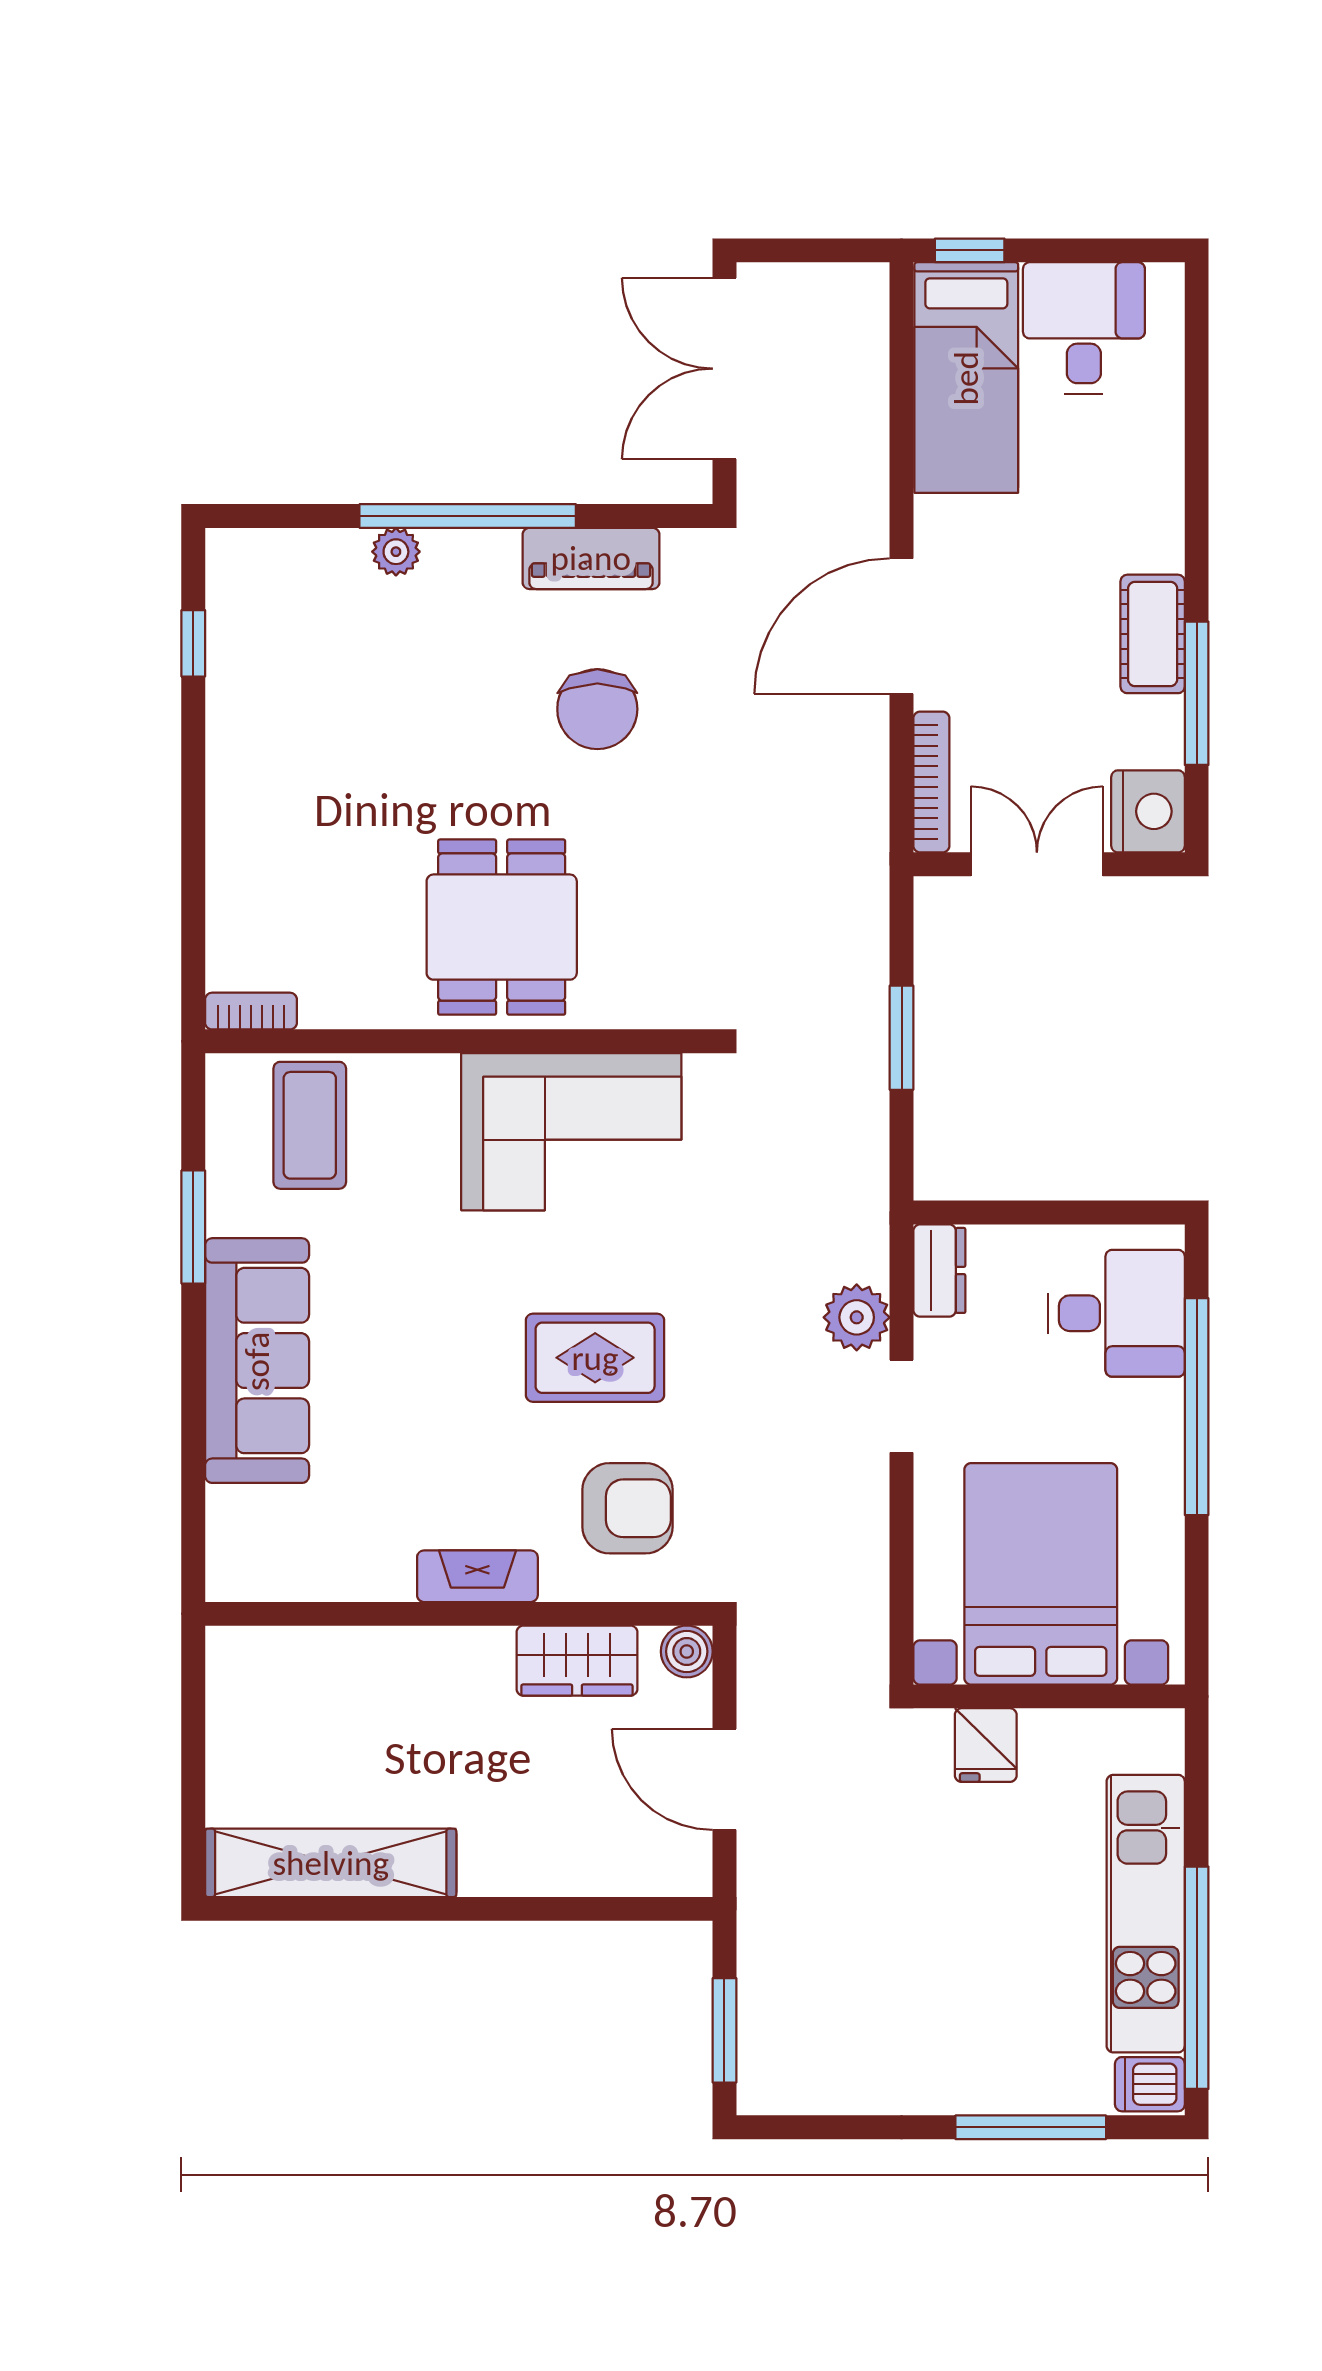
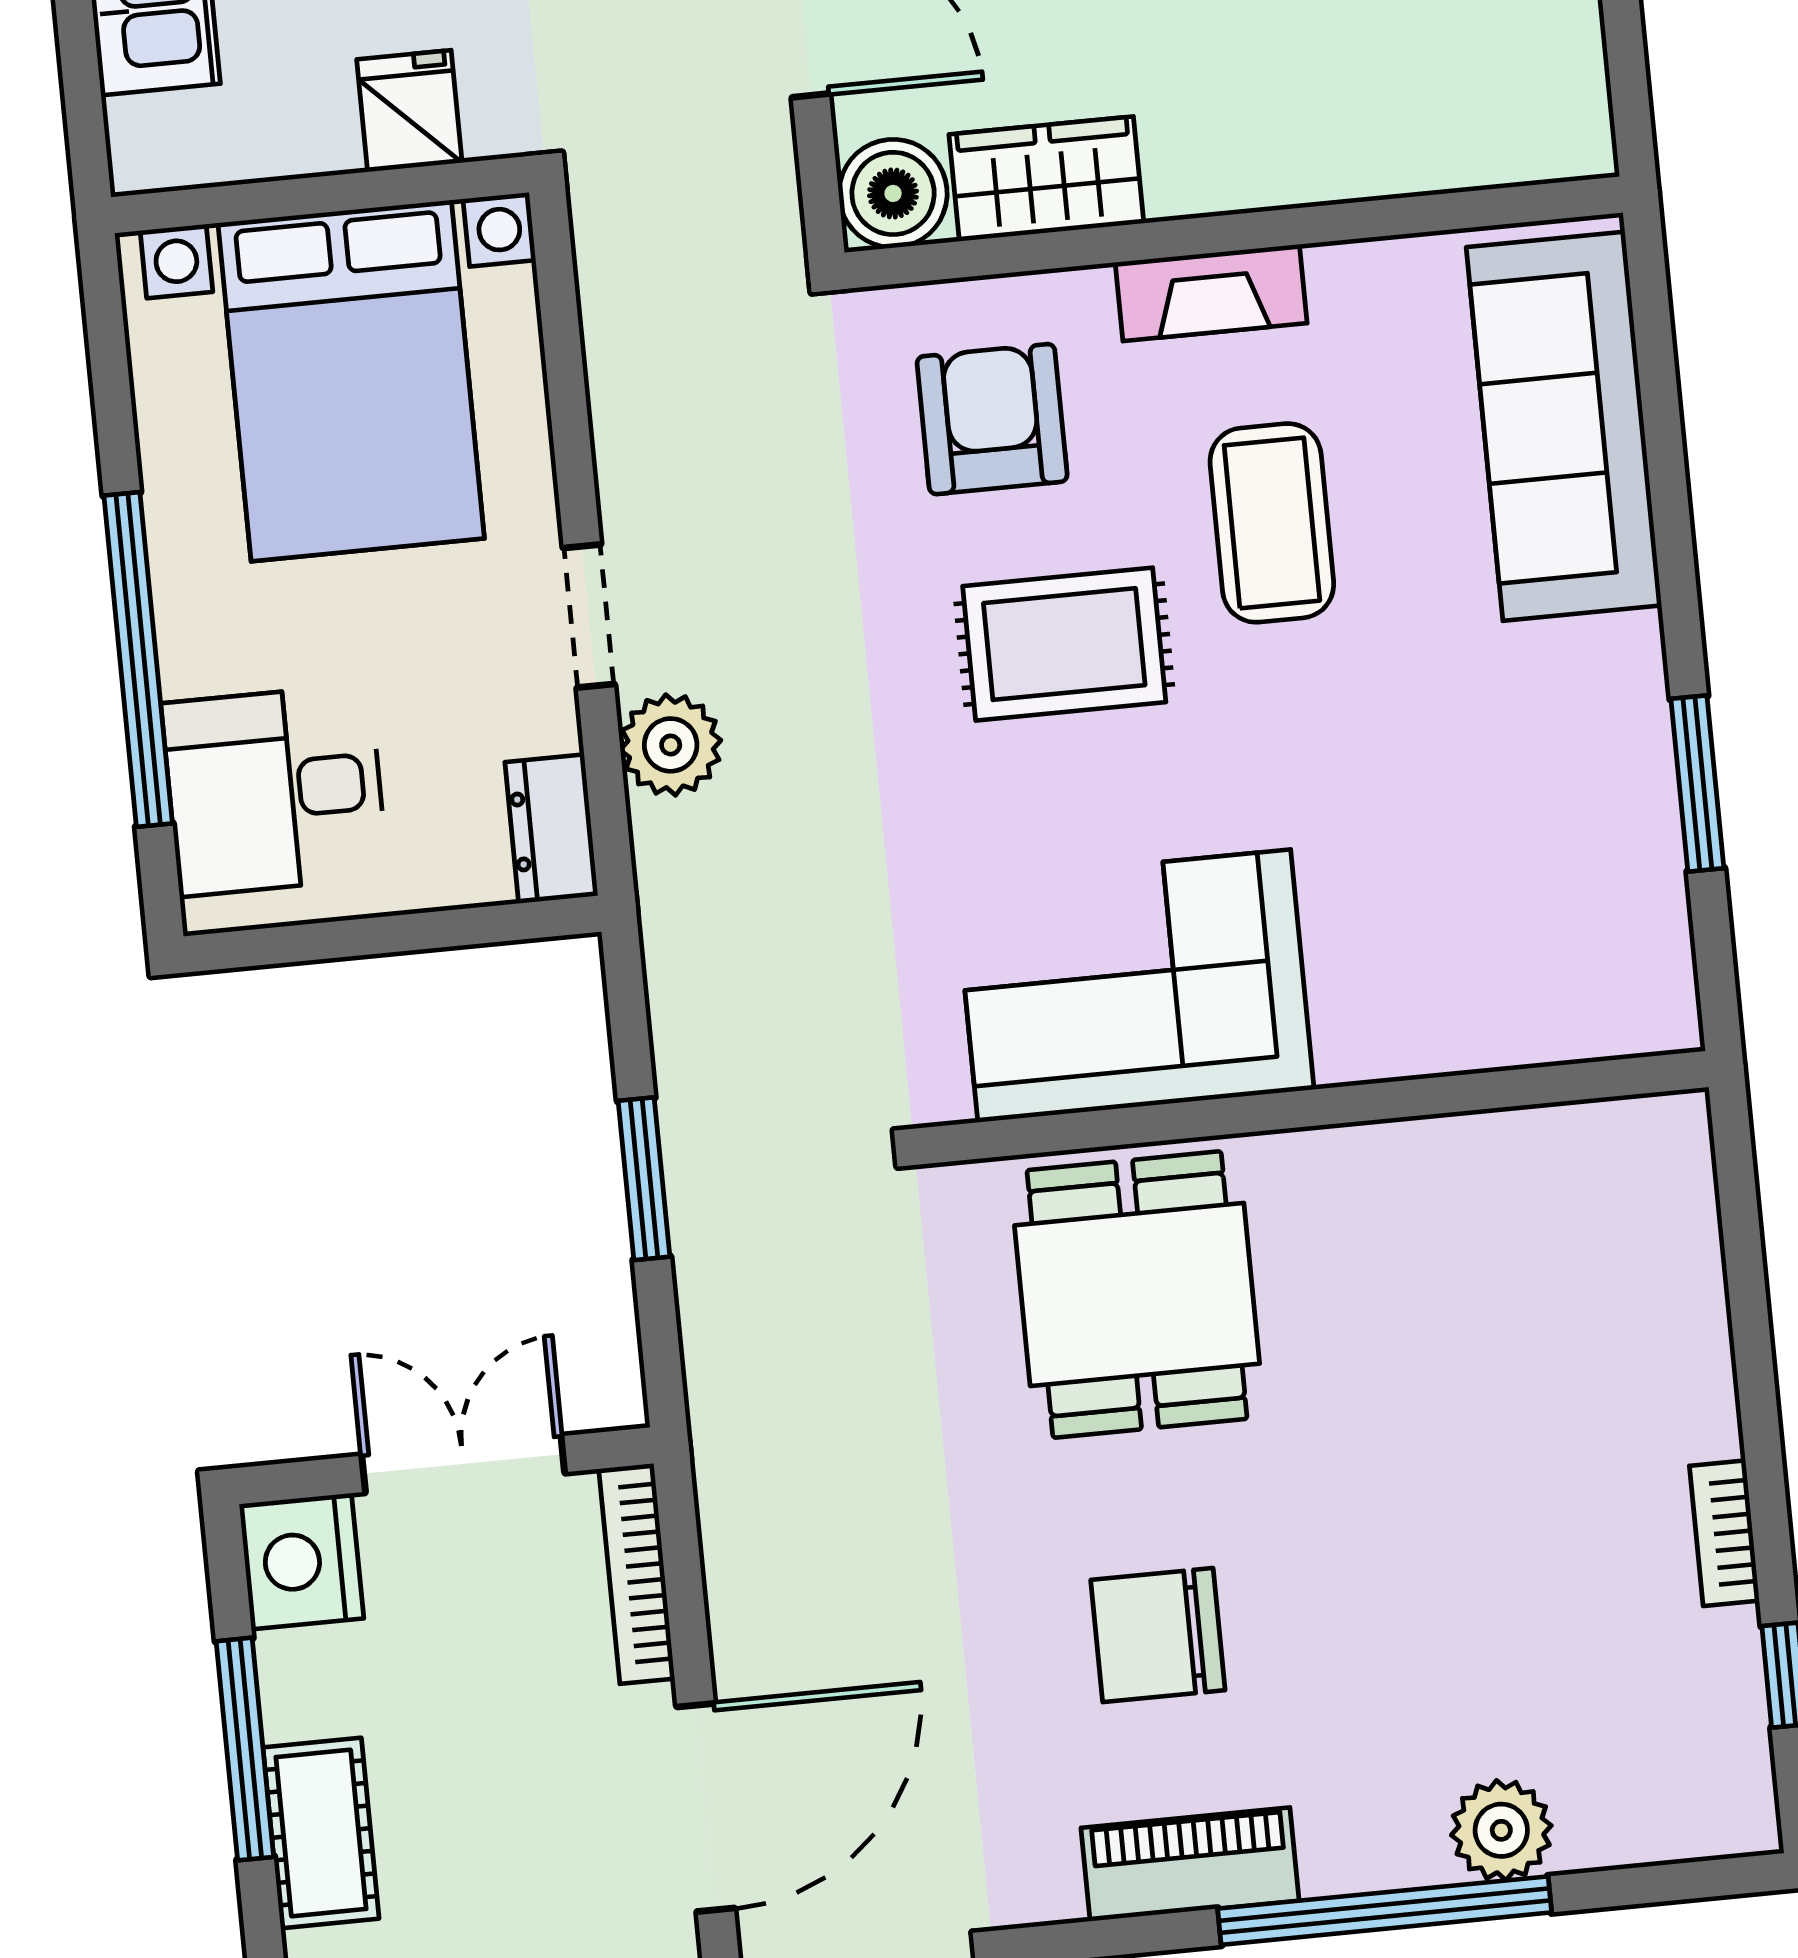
plant: (396, 552) -> (1501, 1830), width x1.38, depth x1.38
chair: (597, 709) -> (1158, 1635), turned -90
double door: (1037, 864) -> (463, 1464), swing flipped
dining table: (502, 927) -> (1137, 1295), moved
bookcase: (251, 1011) -> (1724, 1533), moved, turned 90
coffee table: (310, 1125) -> (1272, 523), moved
sofa: (257, 1361) -> (1564, 426), moved
armchair: (627, 1508) -> (992, 419), turned 90
boiler: (687, 1651) -> (893, 193), width x1.36, depth x1.36

